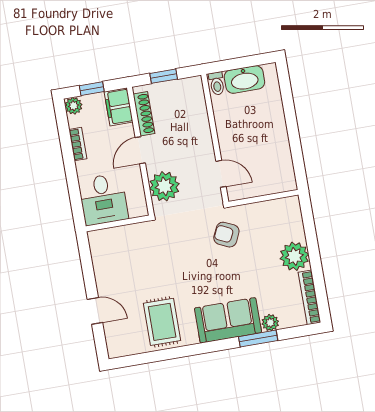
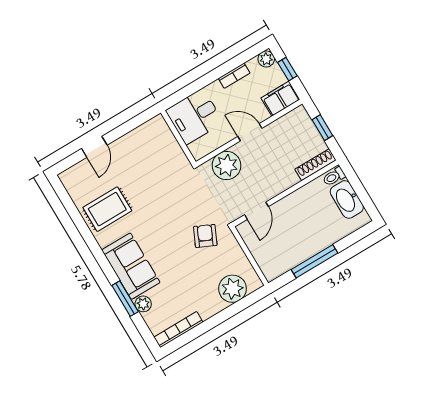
shoe rack: (144, 114) -> (316, 165), moved, turned 180
window: (294, 135) -> (314, 261), added
plant: (294, 256) -> (233, 289), moved

